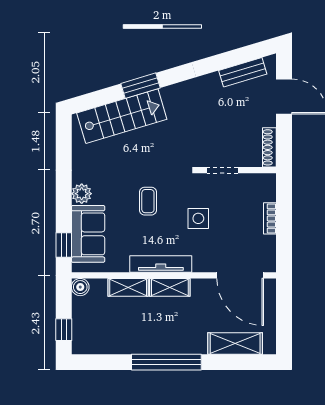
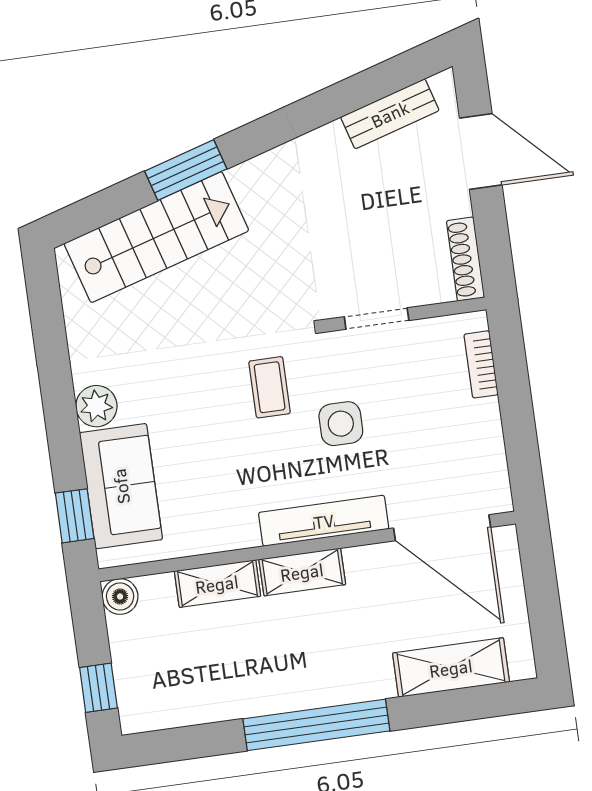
coffee table: (148, 201) -> (270, 387), moved
bookcase: (270, 218) -> (481, 364), moved
tv unit: (161, 264) -> (324, 521), moved

